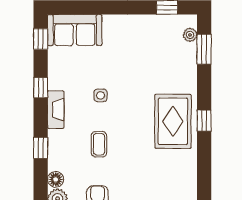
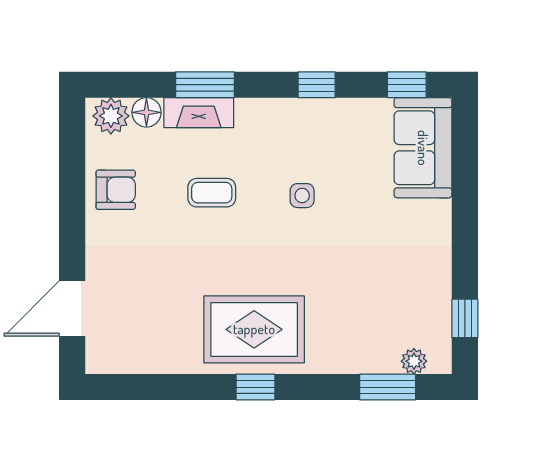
fireplace: (56, 110) -> (199, 113), moved
window: (41, 148) -> (205, 85), width x1.50

